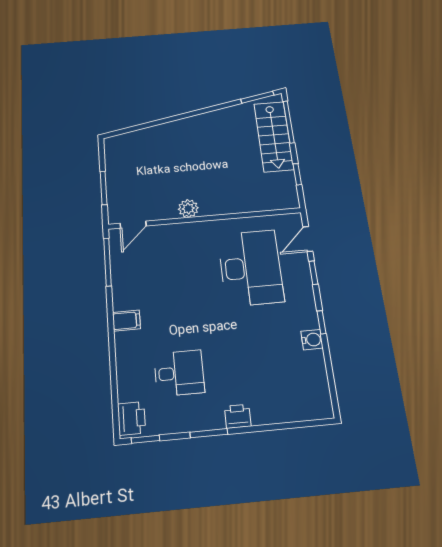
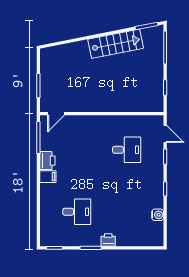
stairs: (274, 136) -> (116, 44), moved, turned -101
plant: (188, 208) -> (92, 106), removed
door: (308, 239) -> (165, 134), swing flipped
desk: (250, 268) -> (127, 150), width x0.53, depth x0.77
water cooler: (312, 340) -> (158, 215), moved
printer: (132, 418) -> (47, 161), moved

